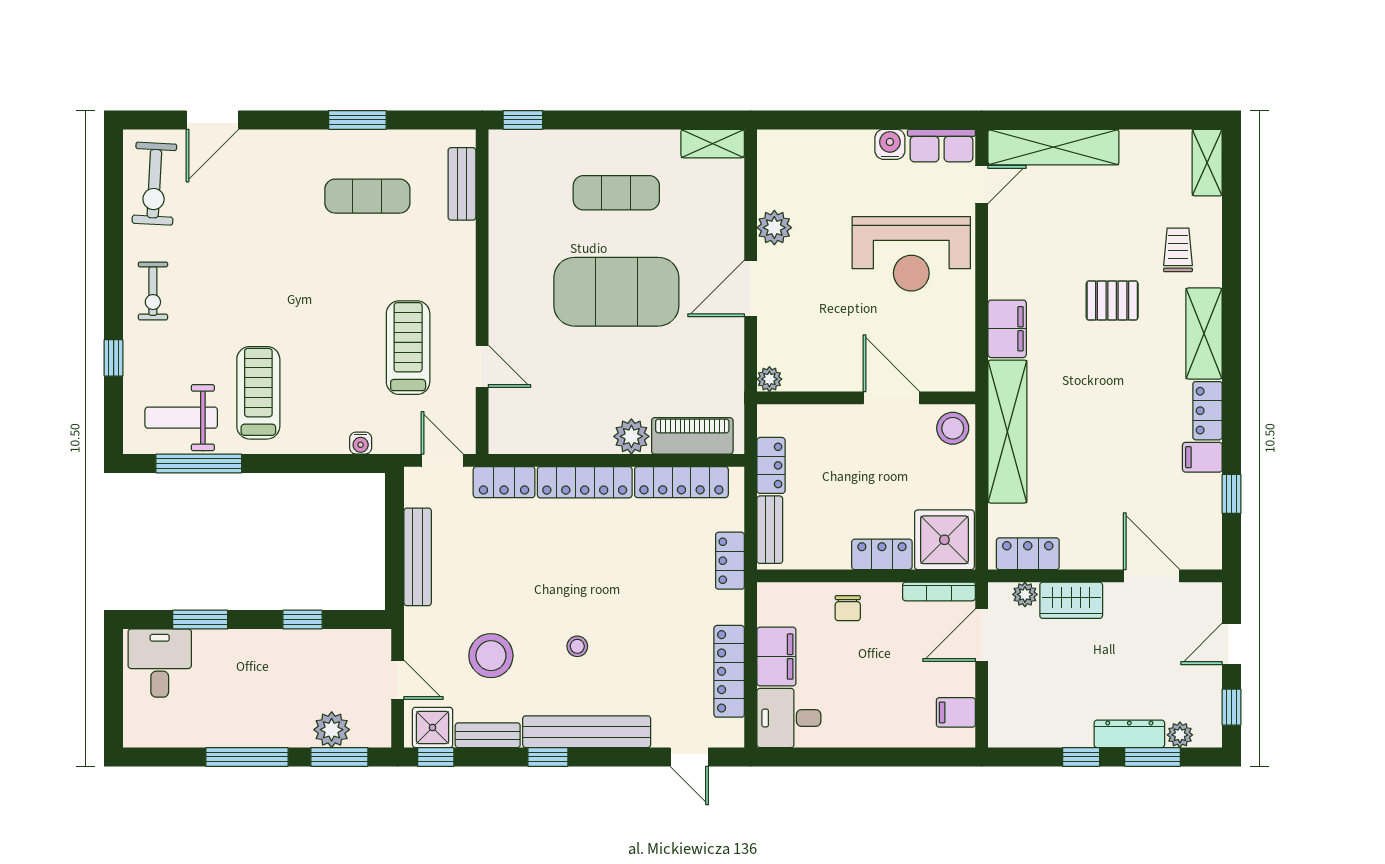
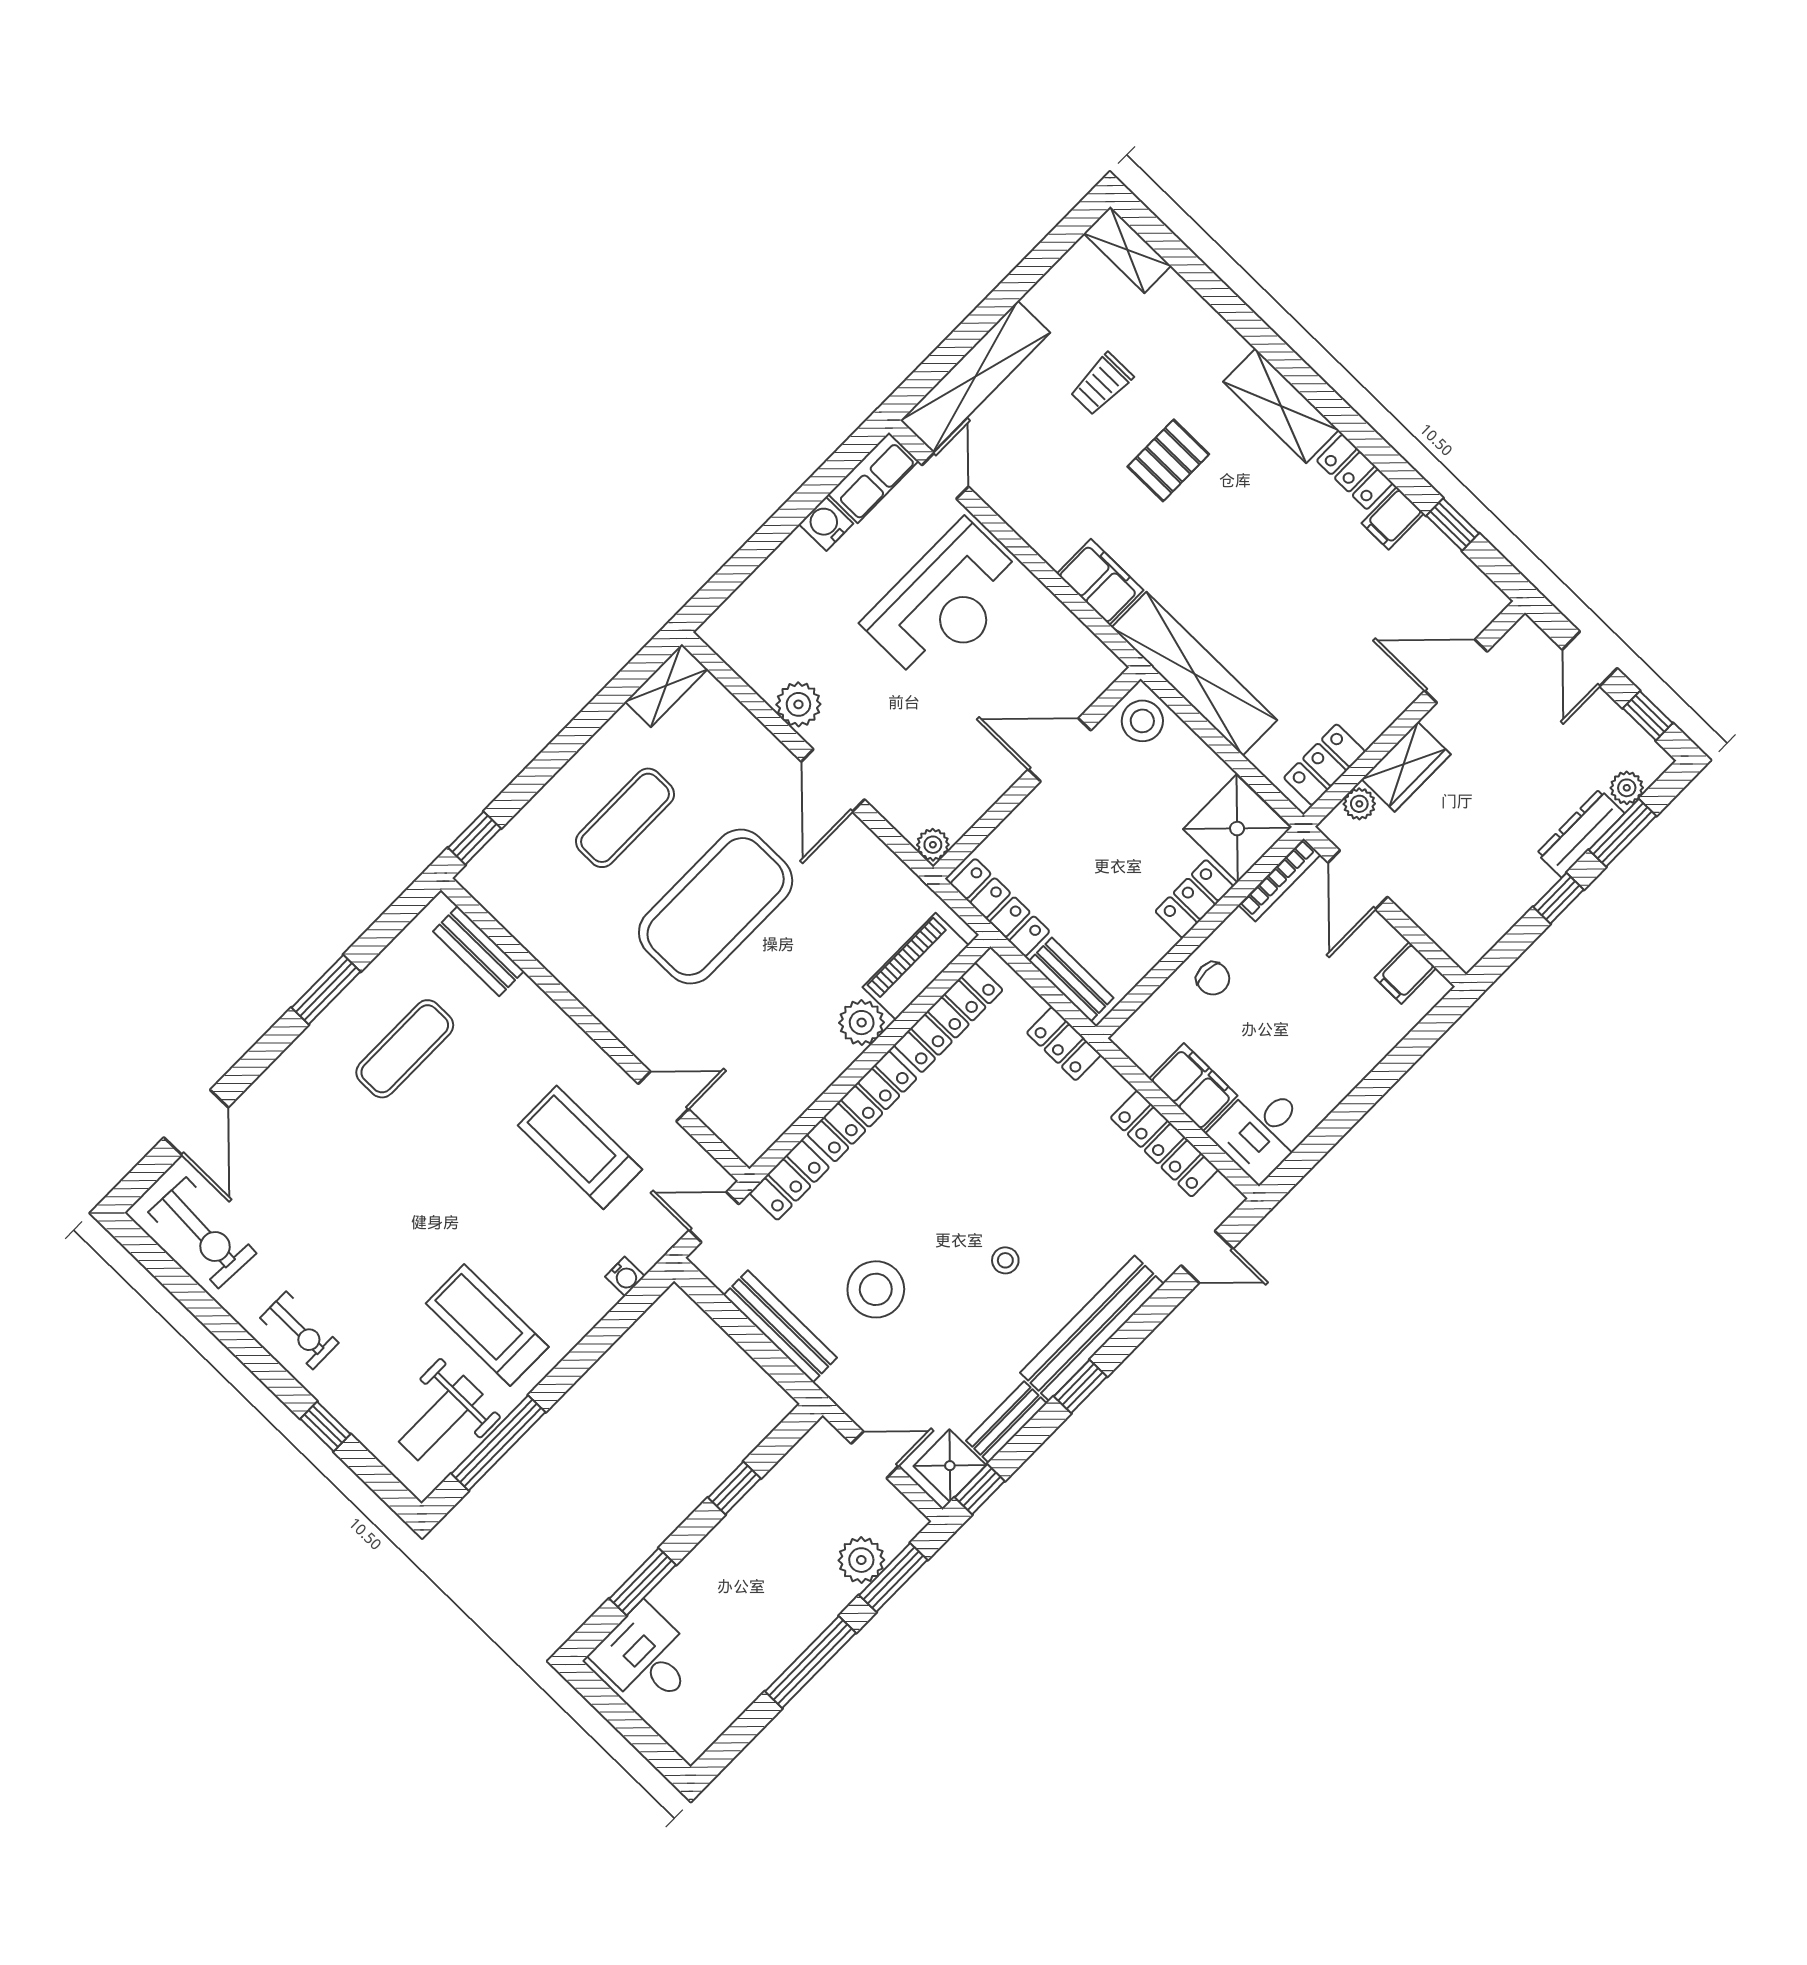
trolley: (1178, 250) -> (1102, 384), moved, turned -90
locker: (771, 465) -> (1000, 908), width x1.53
stool: (491, 656) -> (876, 1289), moved

